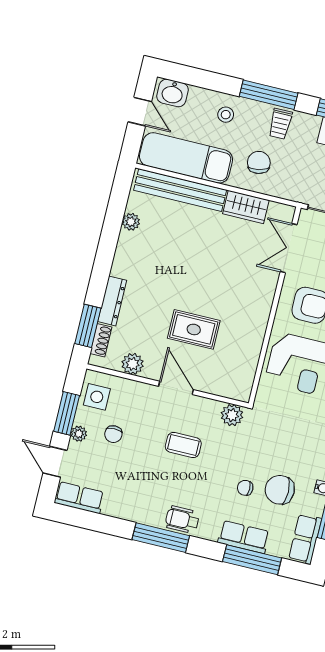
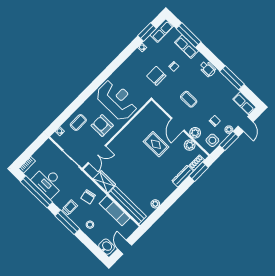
exam couch: (186, 158) -> (115, 211), width x0.73, depth x0.69
plant: (232, 415) -> (195, 133), moved
chair: (280, 490) -> (156, 76), moved, turned 180
window: (161, 538) -> (232, 78), moved

